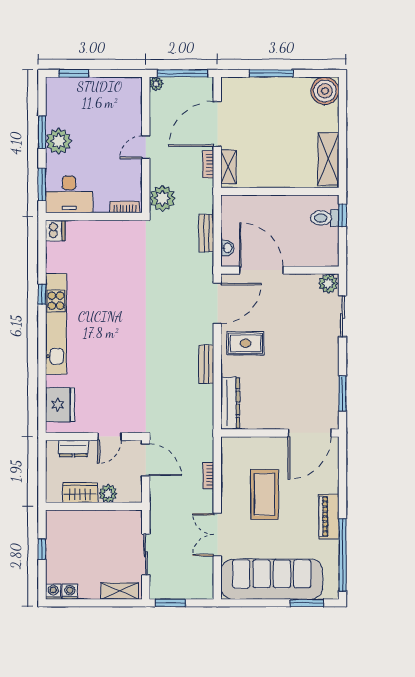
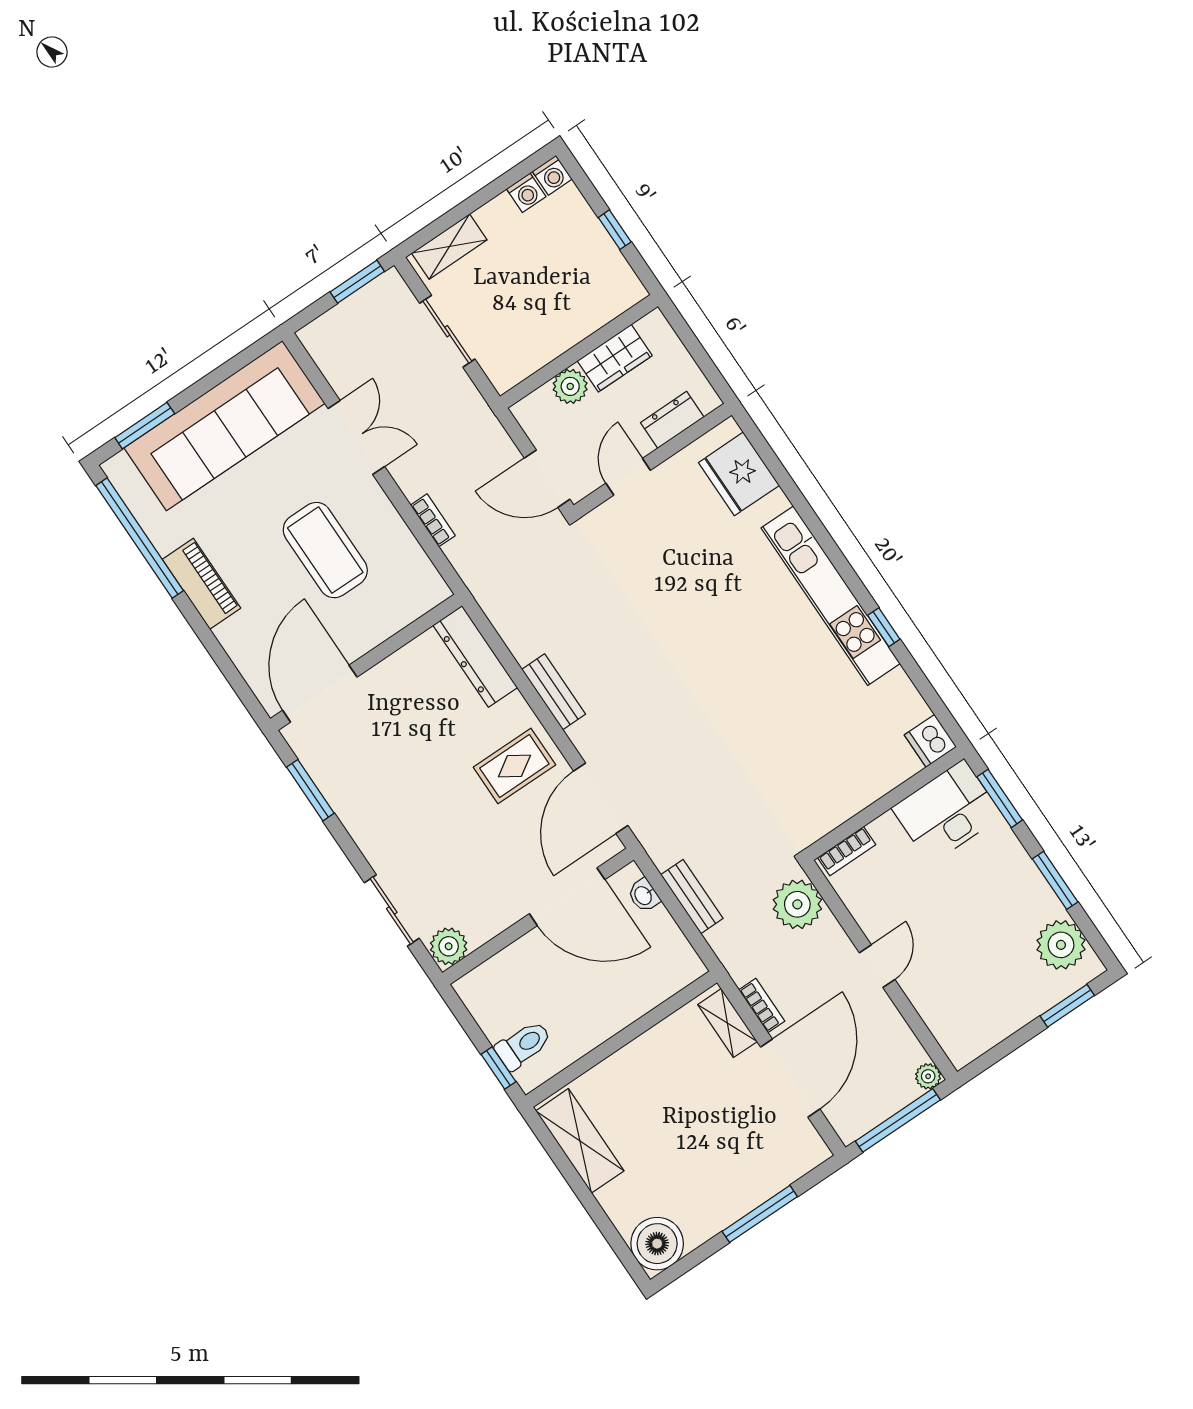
plant: (59, 141) -> (1061, 945), moved

